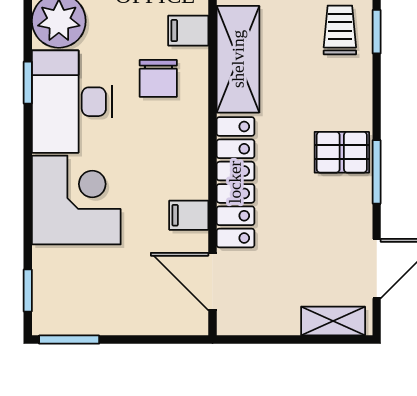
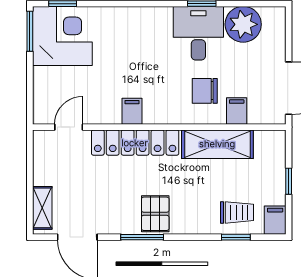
desk: (72, 102) -> (198, 33), width x0.73
corner desk: (76, 200) -> (62, 36), moved, turned -90
filing cabinet: (189, 215) -> (132, 111), moved
door: (212, 282) -> (69, 127), width x0.73

